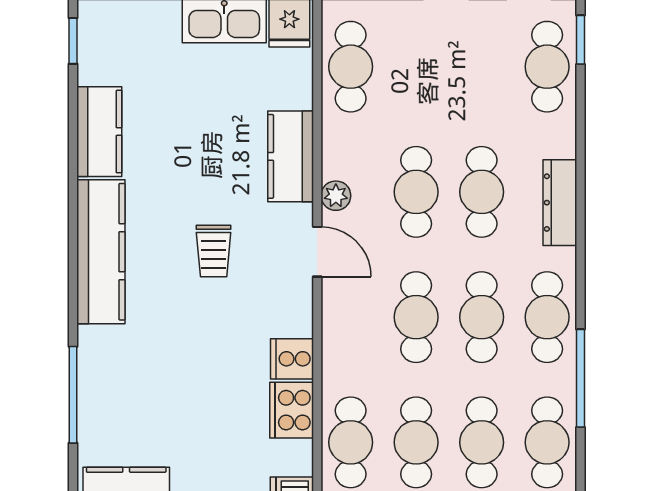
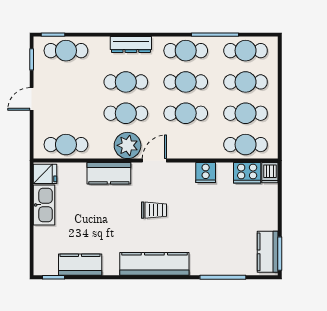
kitchen counter: (99, 132) -> (80, 265), moved
plant: (336, 196) -> (128, 145), width x1.88, depth x1.88
cooker: (292, 410) -> (247, 173), moved

